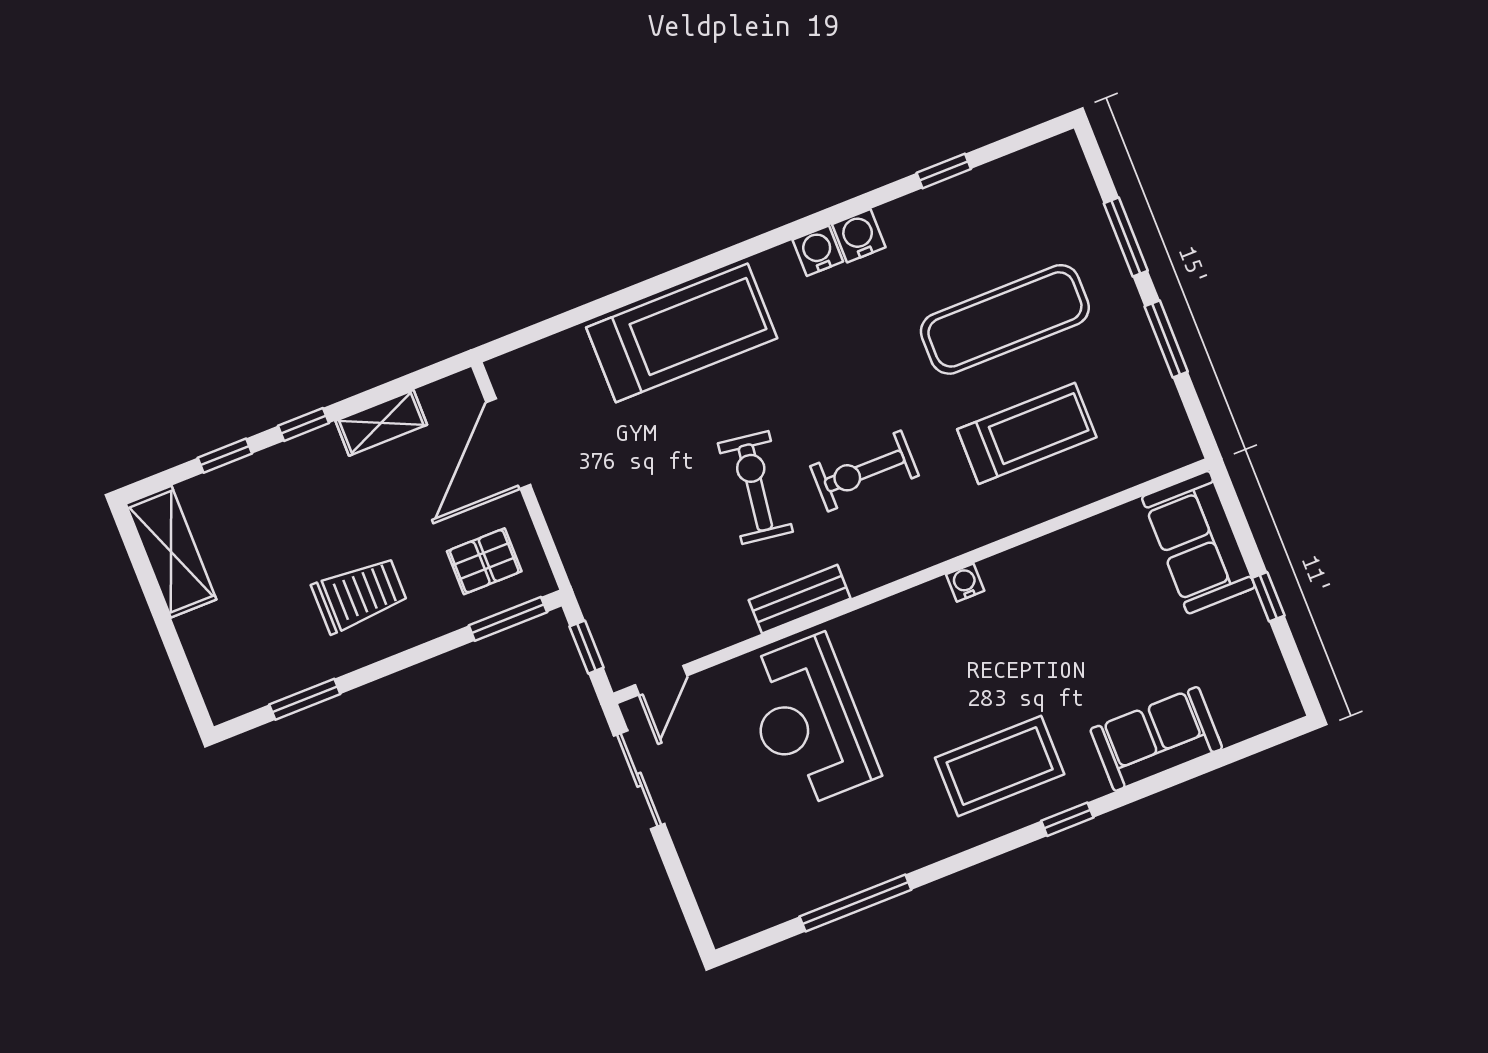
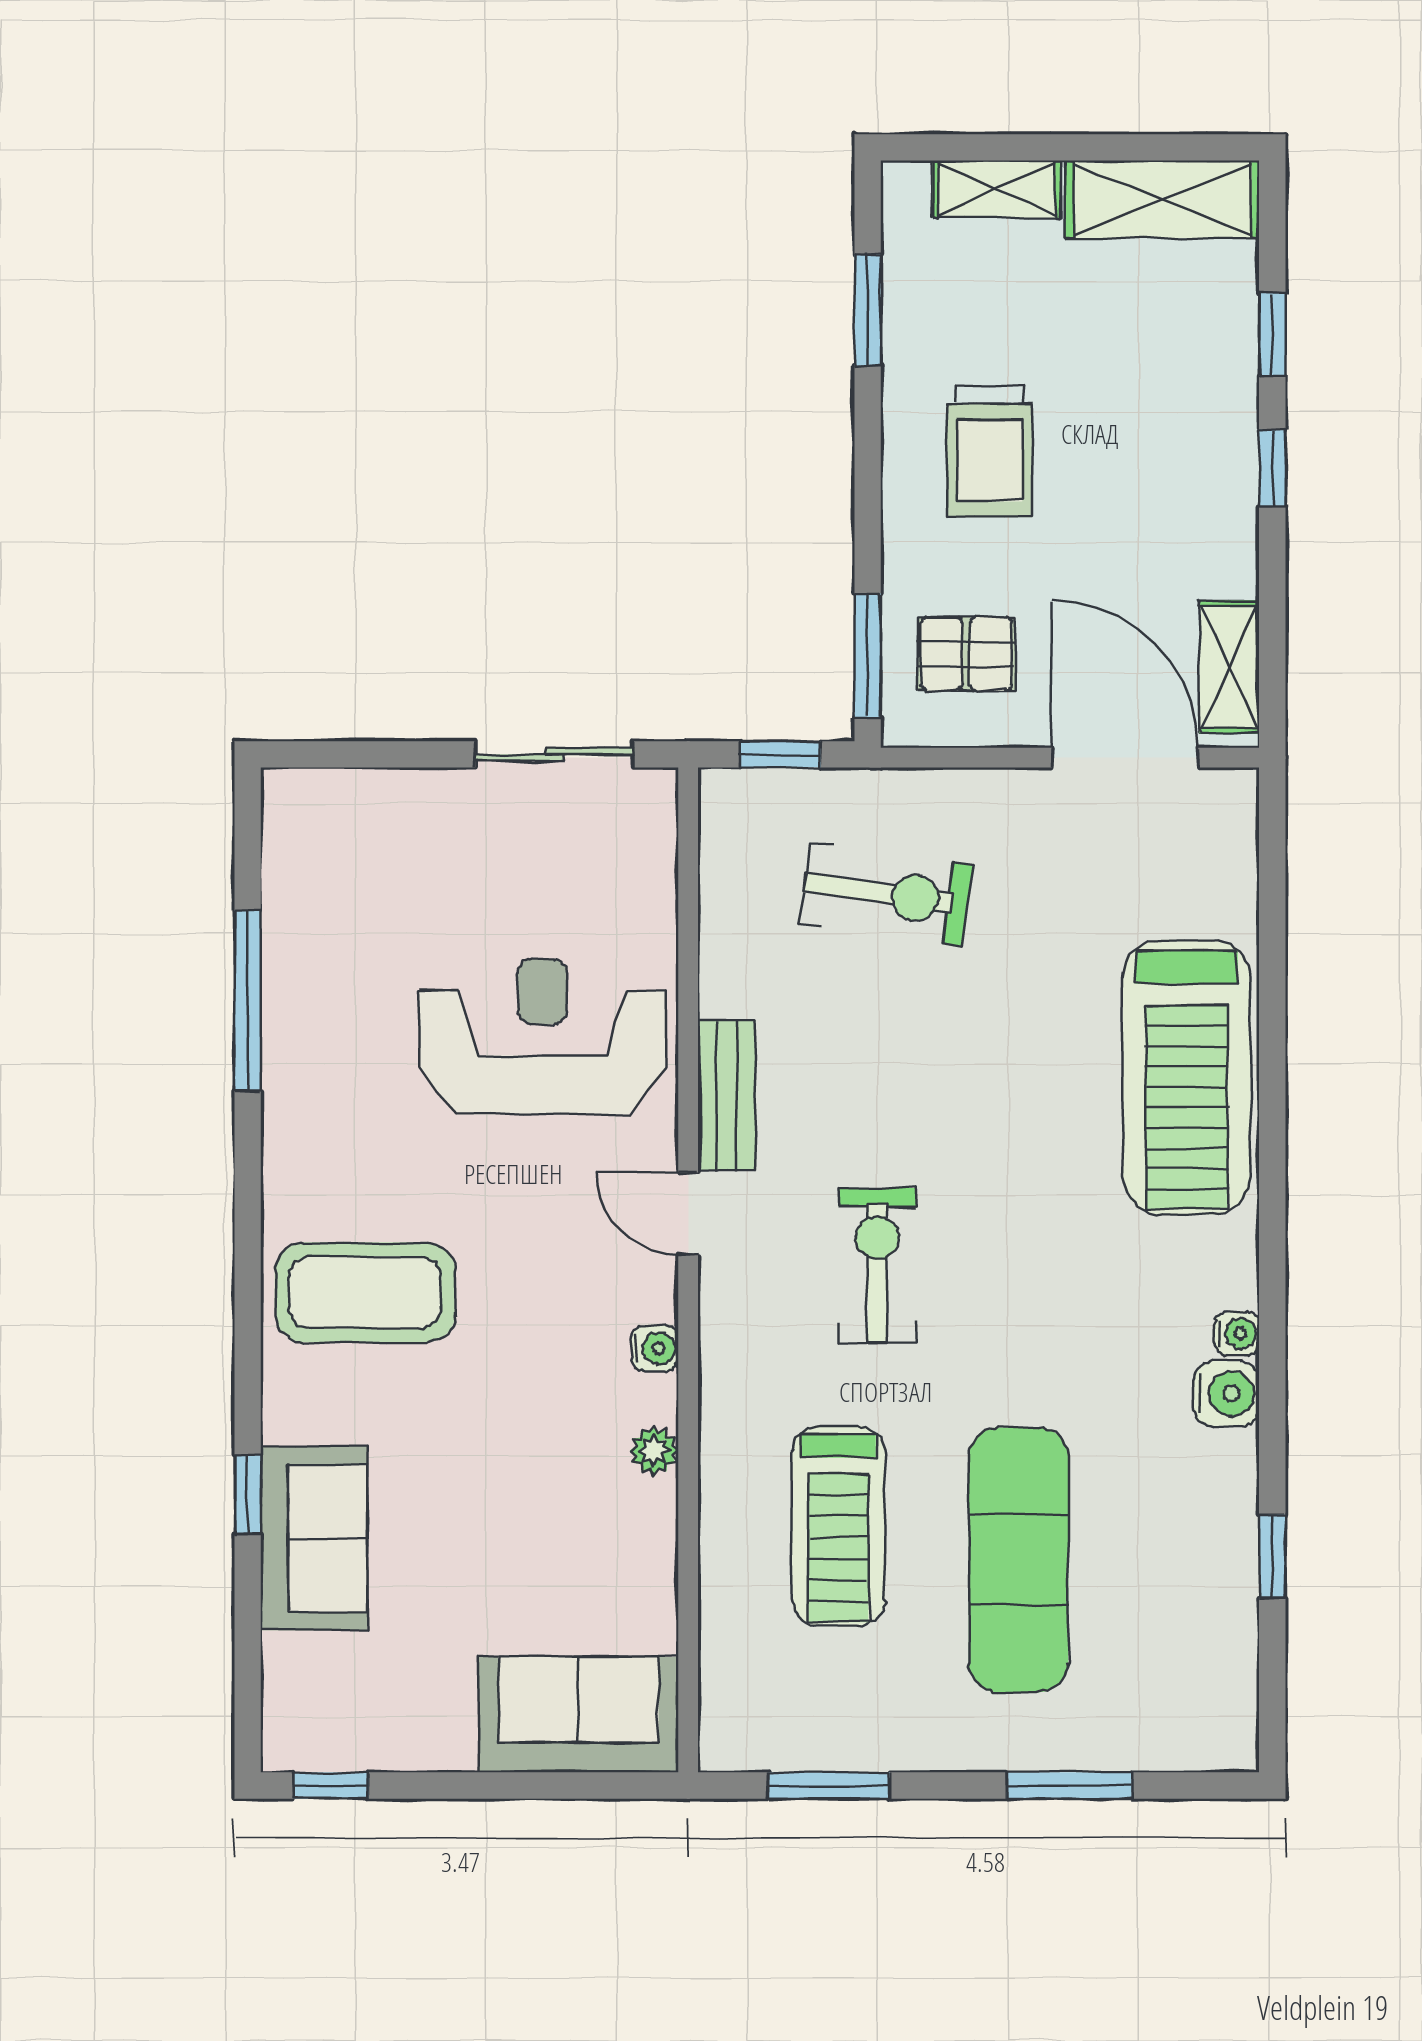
water cooler: (818, 251) -> (1237, 1333), width x0.72, depth x0.72
window: (1166, 339) -> (829, 1786), moved
shelving: (381, 423) -> (1229, 667), moved
exercise bike: (755, 488) -> (886, 894), moved
plant: (1025, 559) -> (654, 1451), added
pallet: (484, 561) -> (966, 654), turned 90
window: (1268, 597) -> (331, 1786), moved
shelving: (204, 652) -> (997, 189), added
door: (661, 680) -> (688, 1214), moved
coffee table: (1000, 766) -> (365, 1292), turned 90
window: (1067, 819) -> (248, 1494), moved

